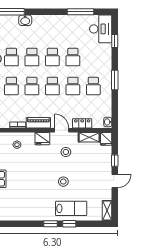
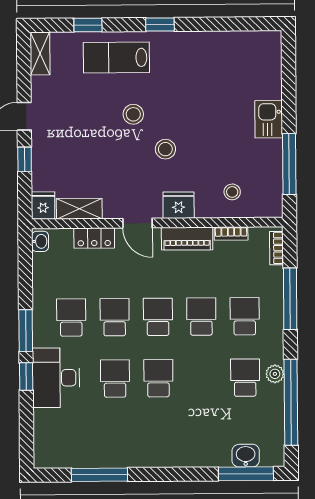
washbasin: (25, 20) -> (246, 456), moved
desk: (101, 29) -> (56, 378), moved
window: (115, 41) -> (26, 376), moved
school desk: (32, 57) -> (202, 378), removed
stool: (66, 152) -> (165, 149), moved
window: (69, 224) -> (88, 25), moved

